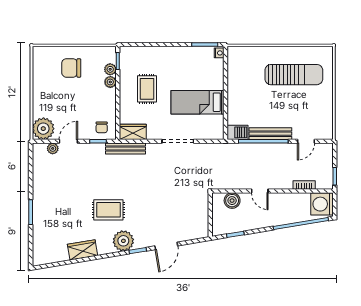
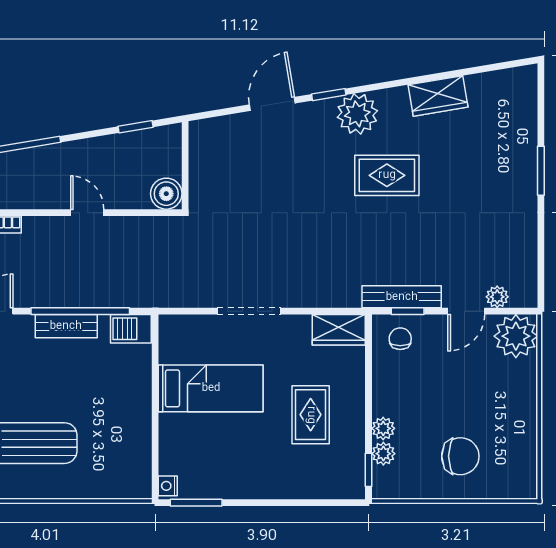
bench: (270, 134) -> (66, 326), width x0.73
bench: (126, 149) -> (402, 297), moved
boiler: (232, 201) -> (166, 194), moved

